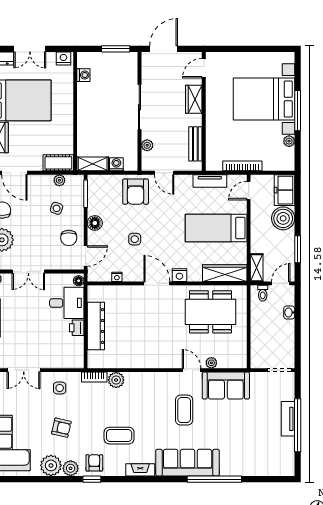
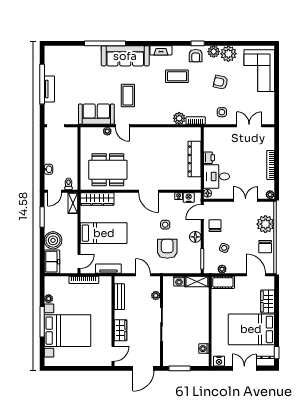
armchair: (136, 192) -> (167, 249), moved
nightstand: (179, 275) -> (189, 197), moved

